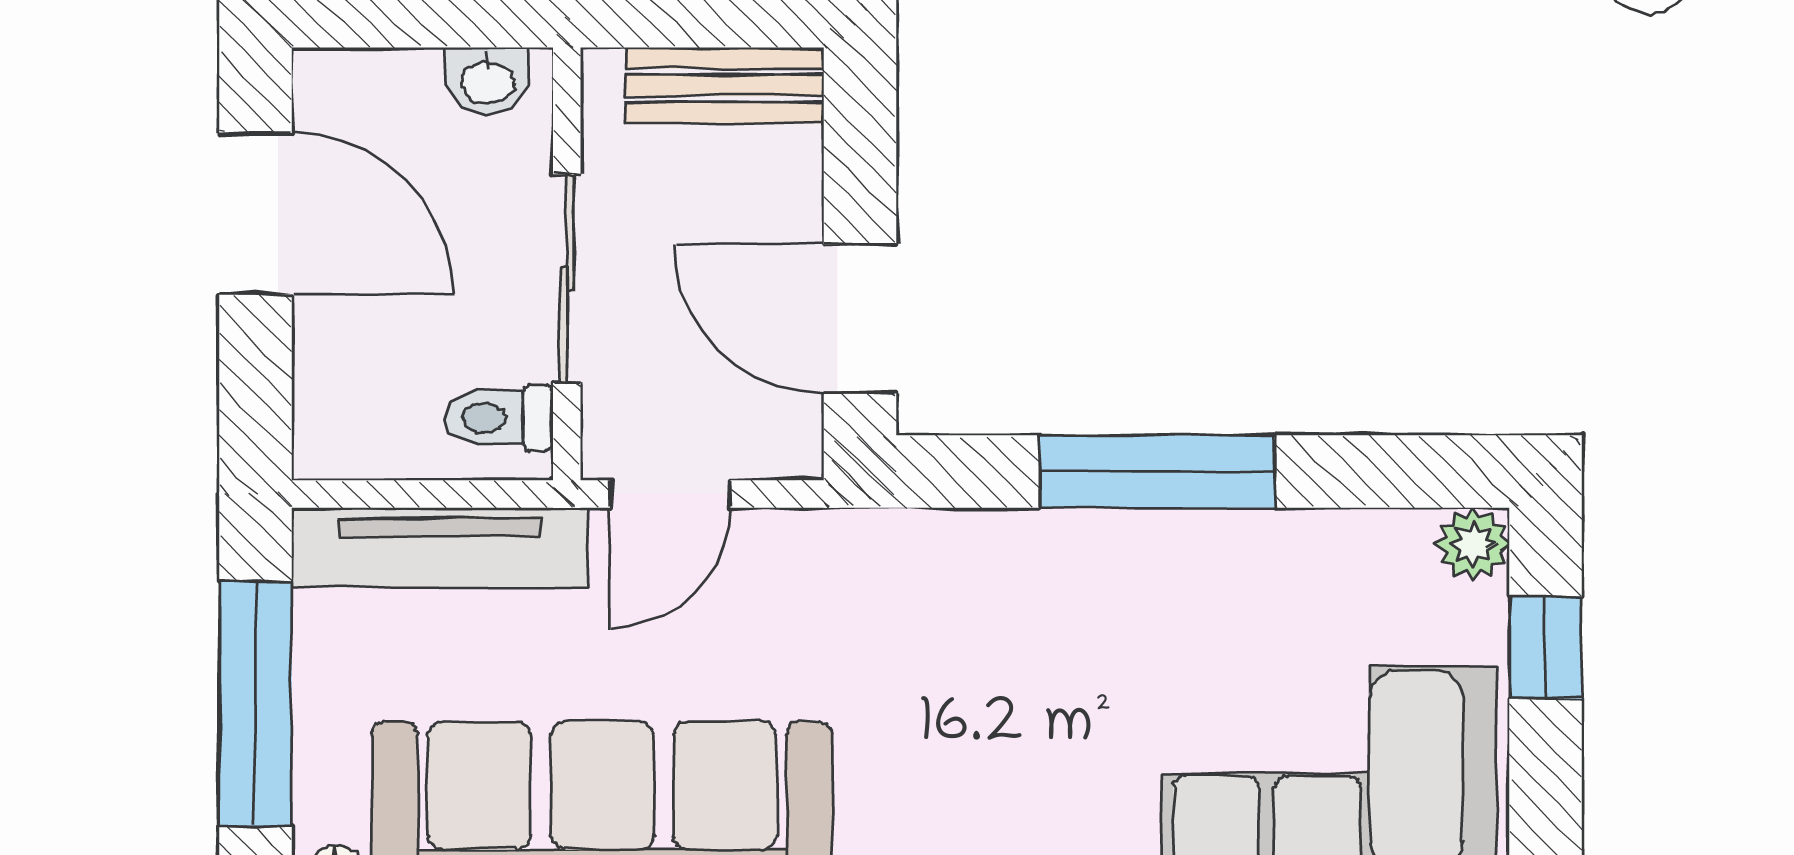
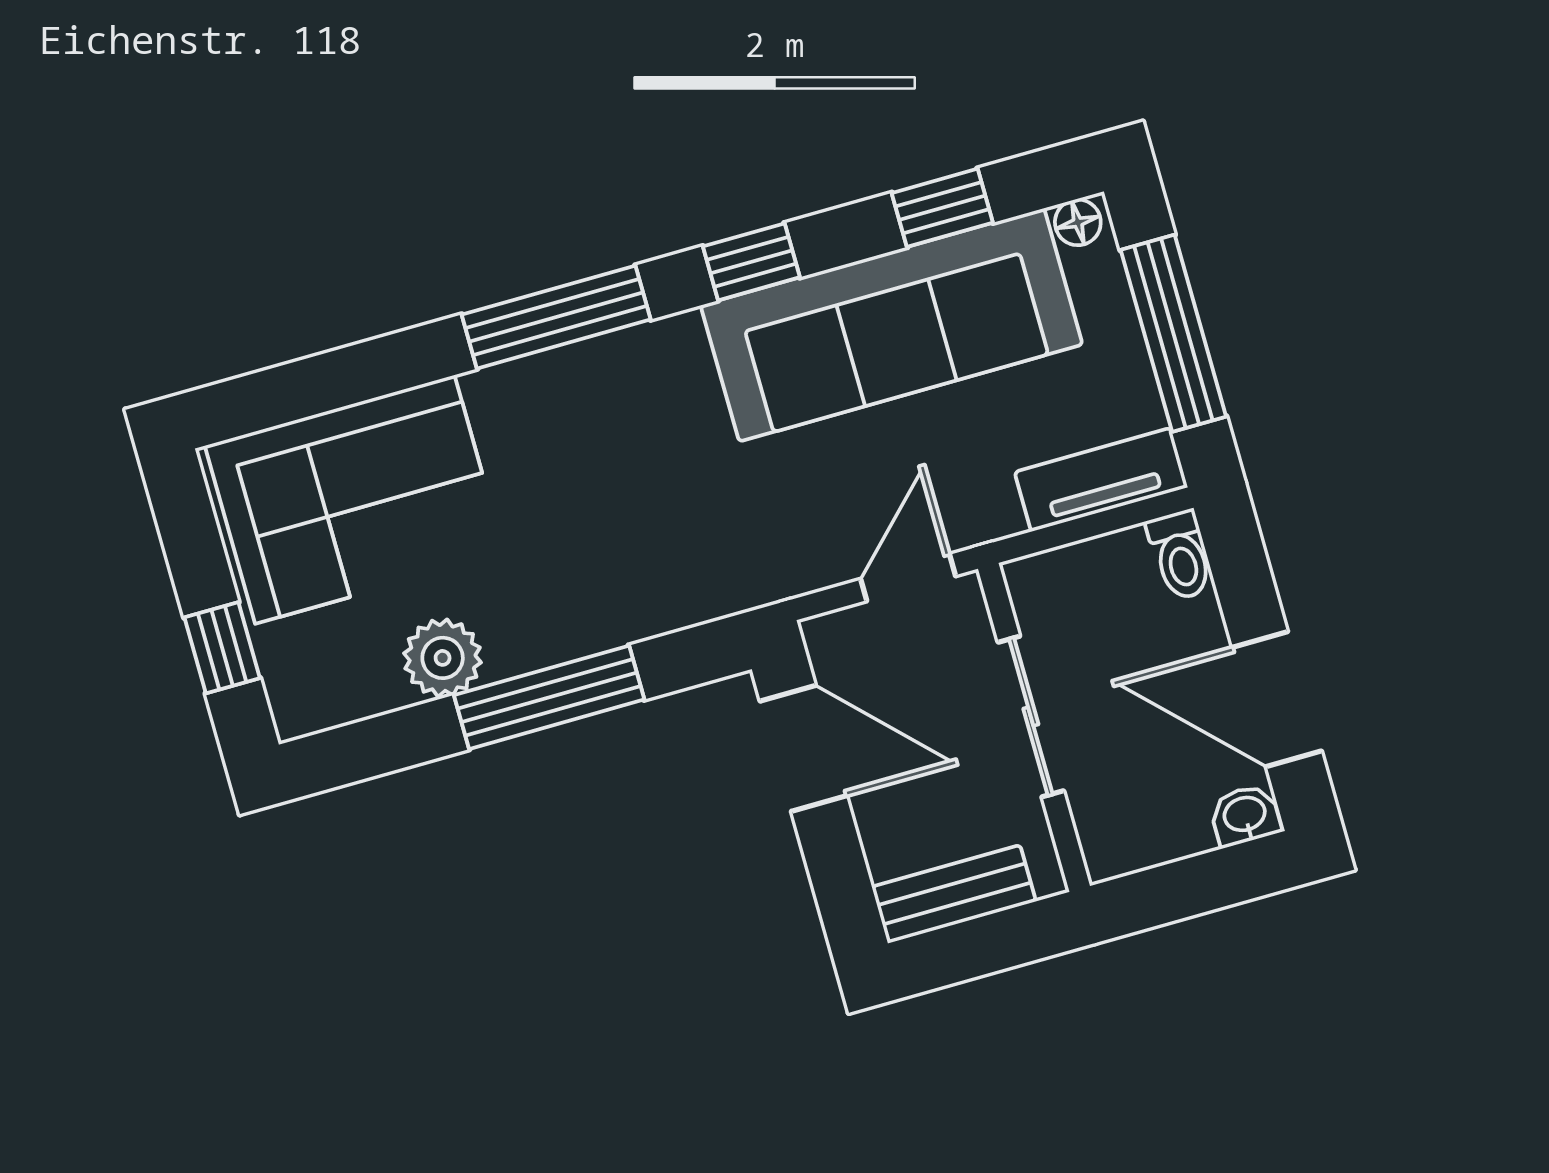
washbasin: (487, 81) -> (1245, 815), moved
toilet: (499, 418) -> (1180, 555), moved, turned 90
plant: (1473, 544) -> (443, 658), moved, width x1.38, depth x1.38
tv unit: (439, 548) -> (1101, 480), width x0.71

